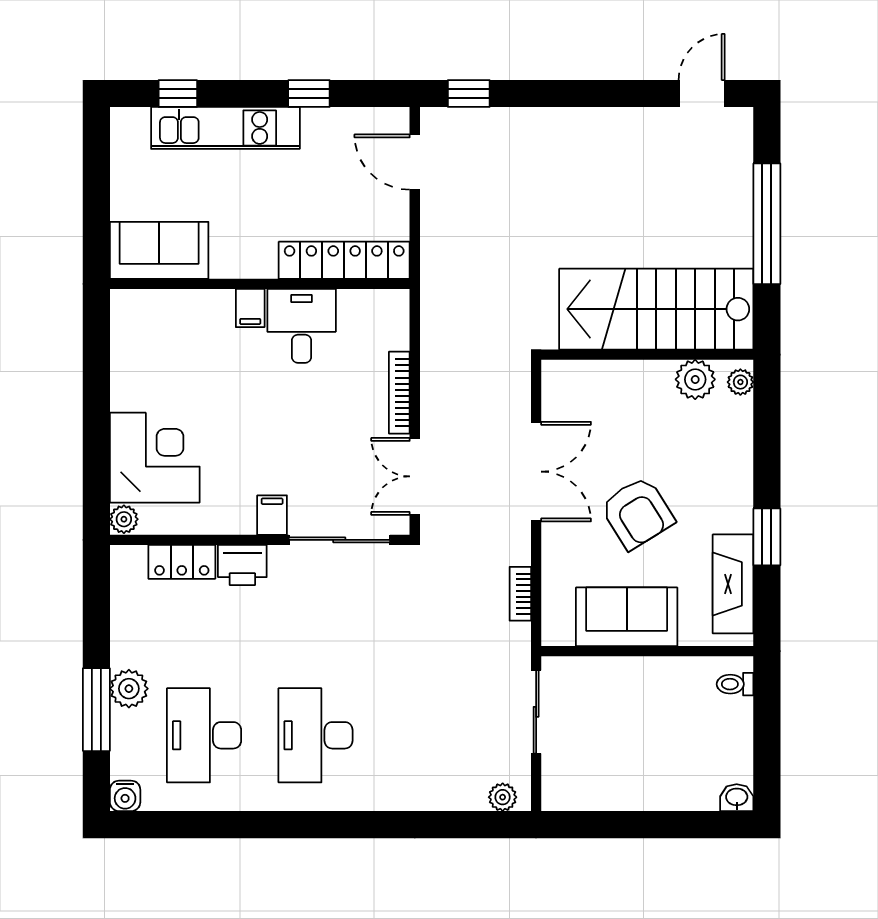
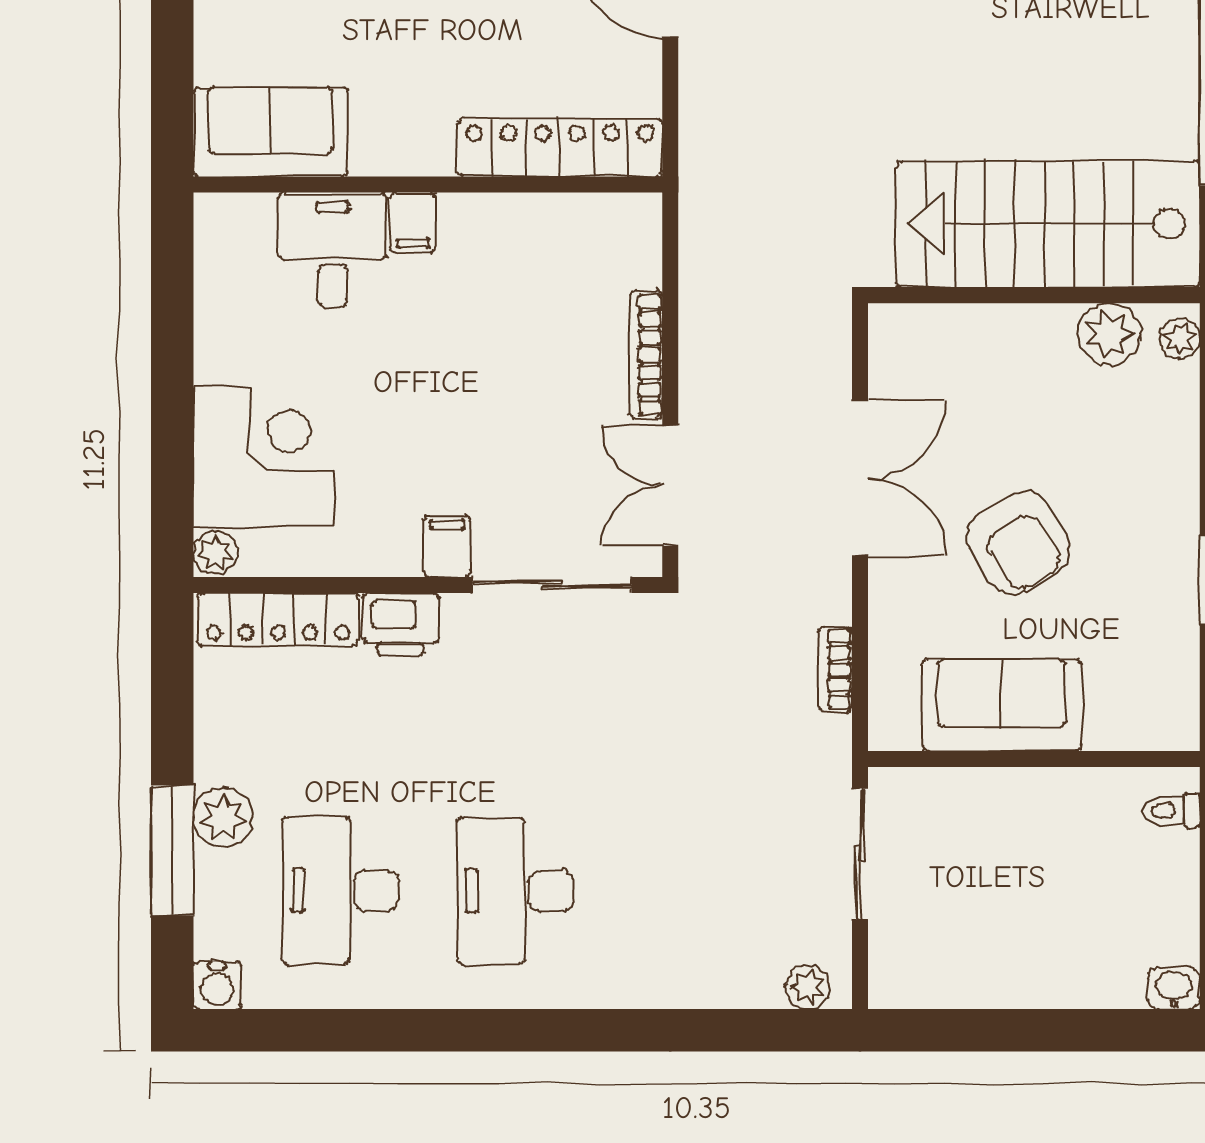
desk: (302, 326) -> (333, 250), moved
locker: (182, 562) -> (278, 619), width x1.53
fireplace: (733, 584) -> (1168, 654), removed

